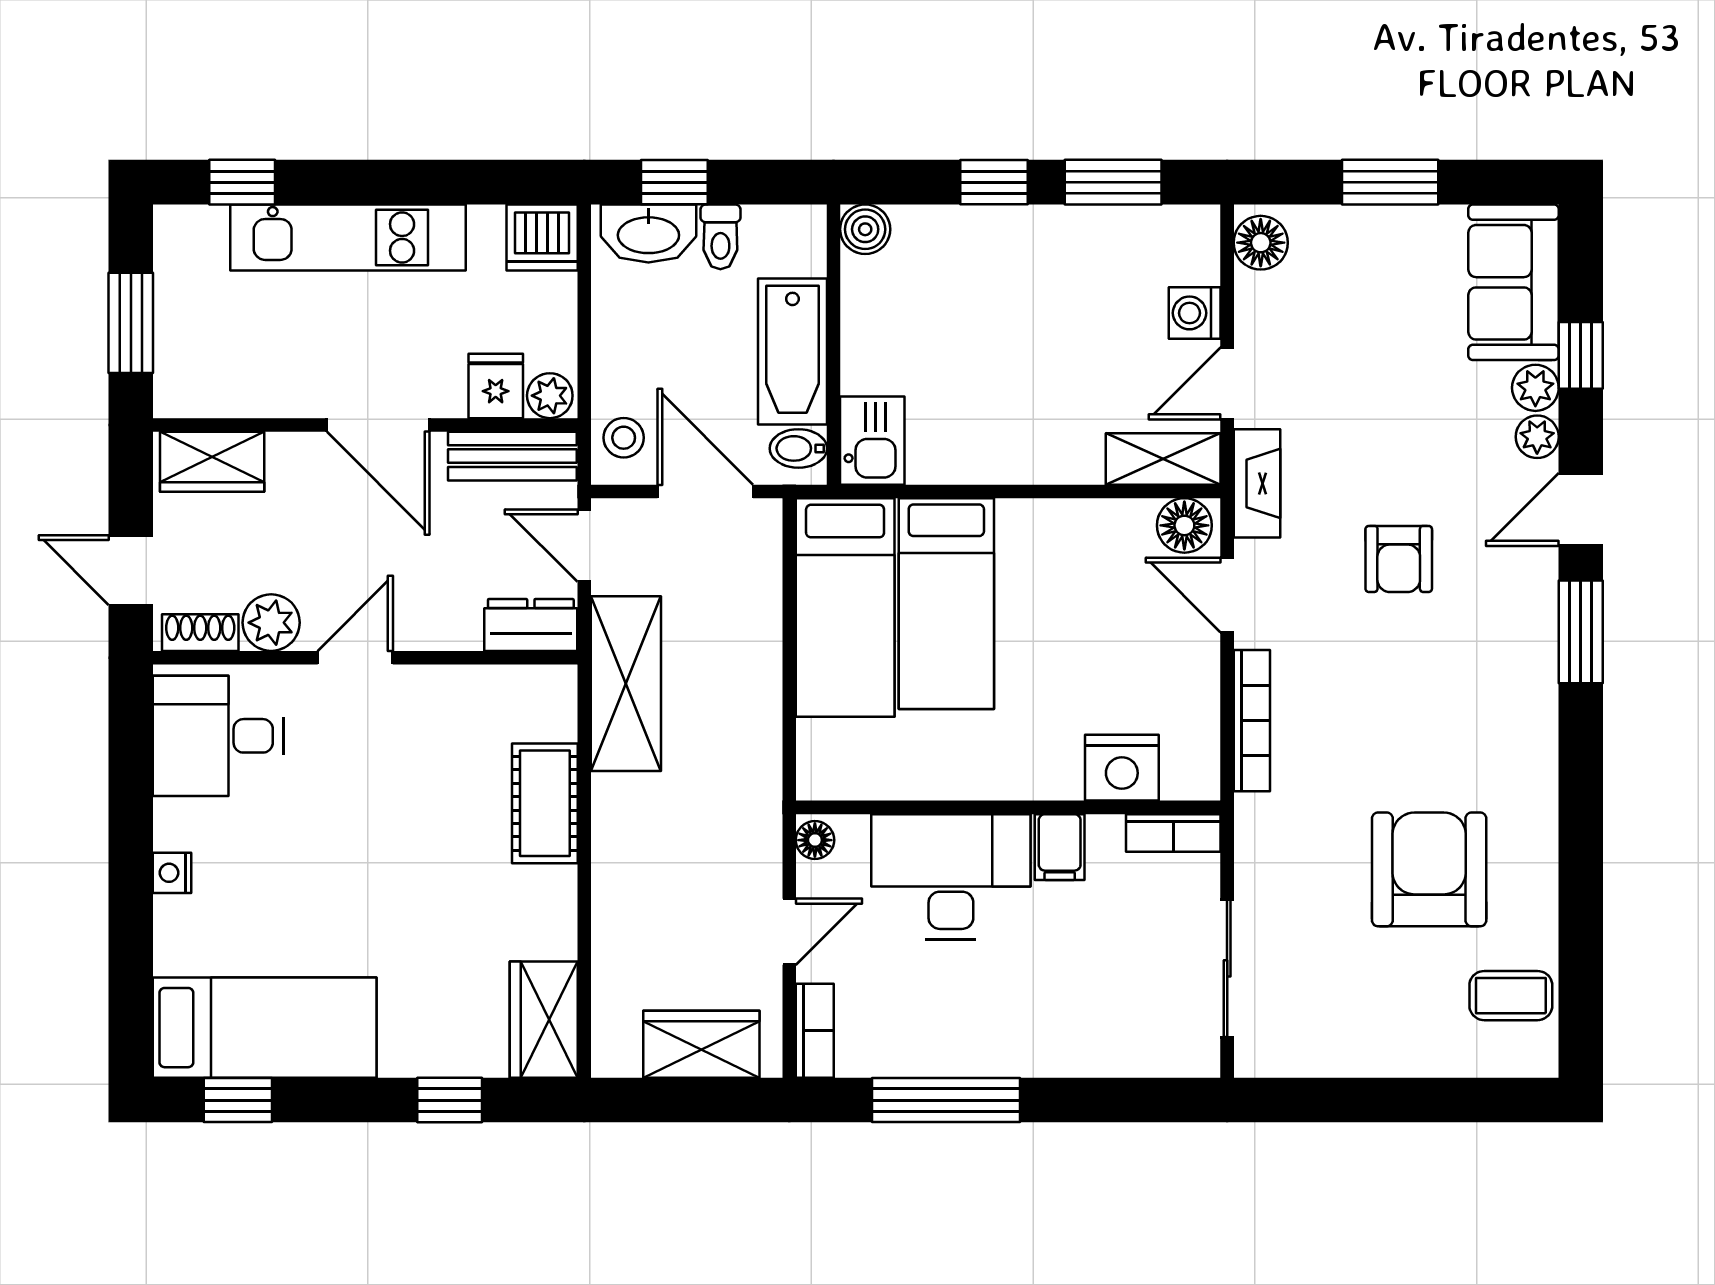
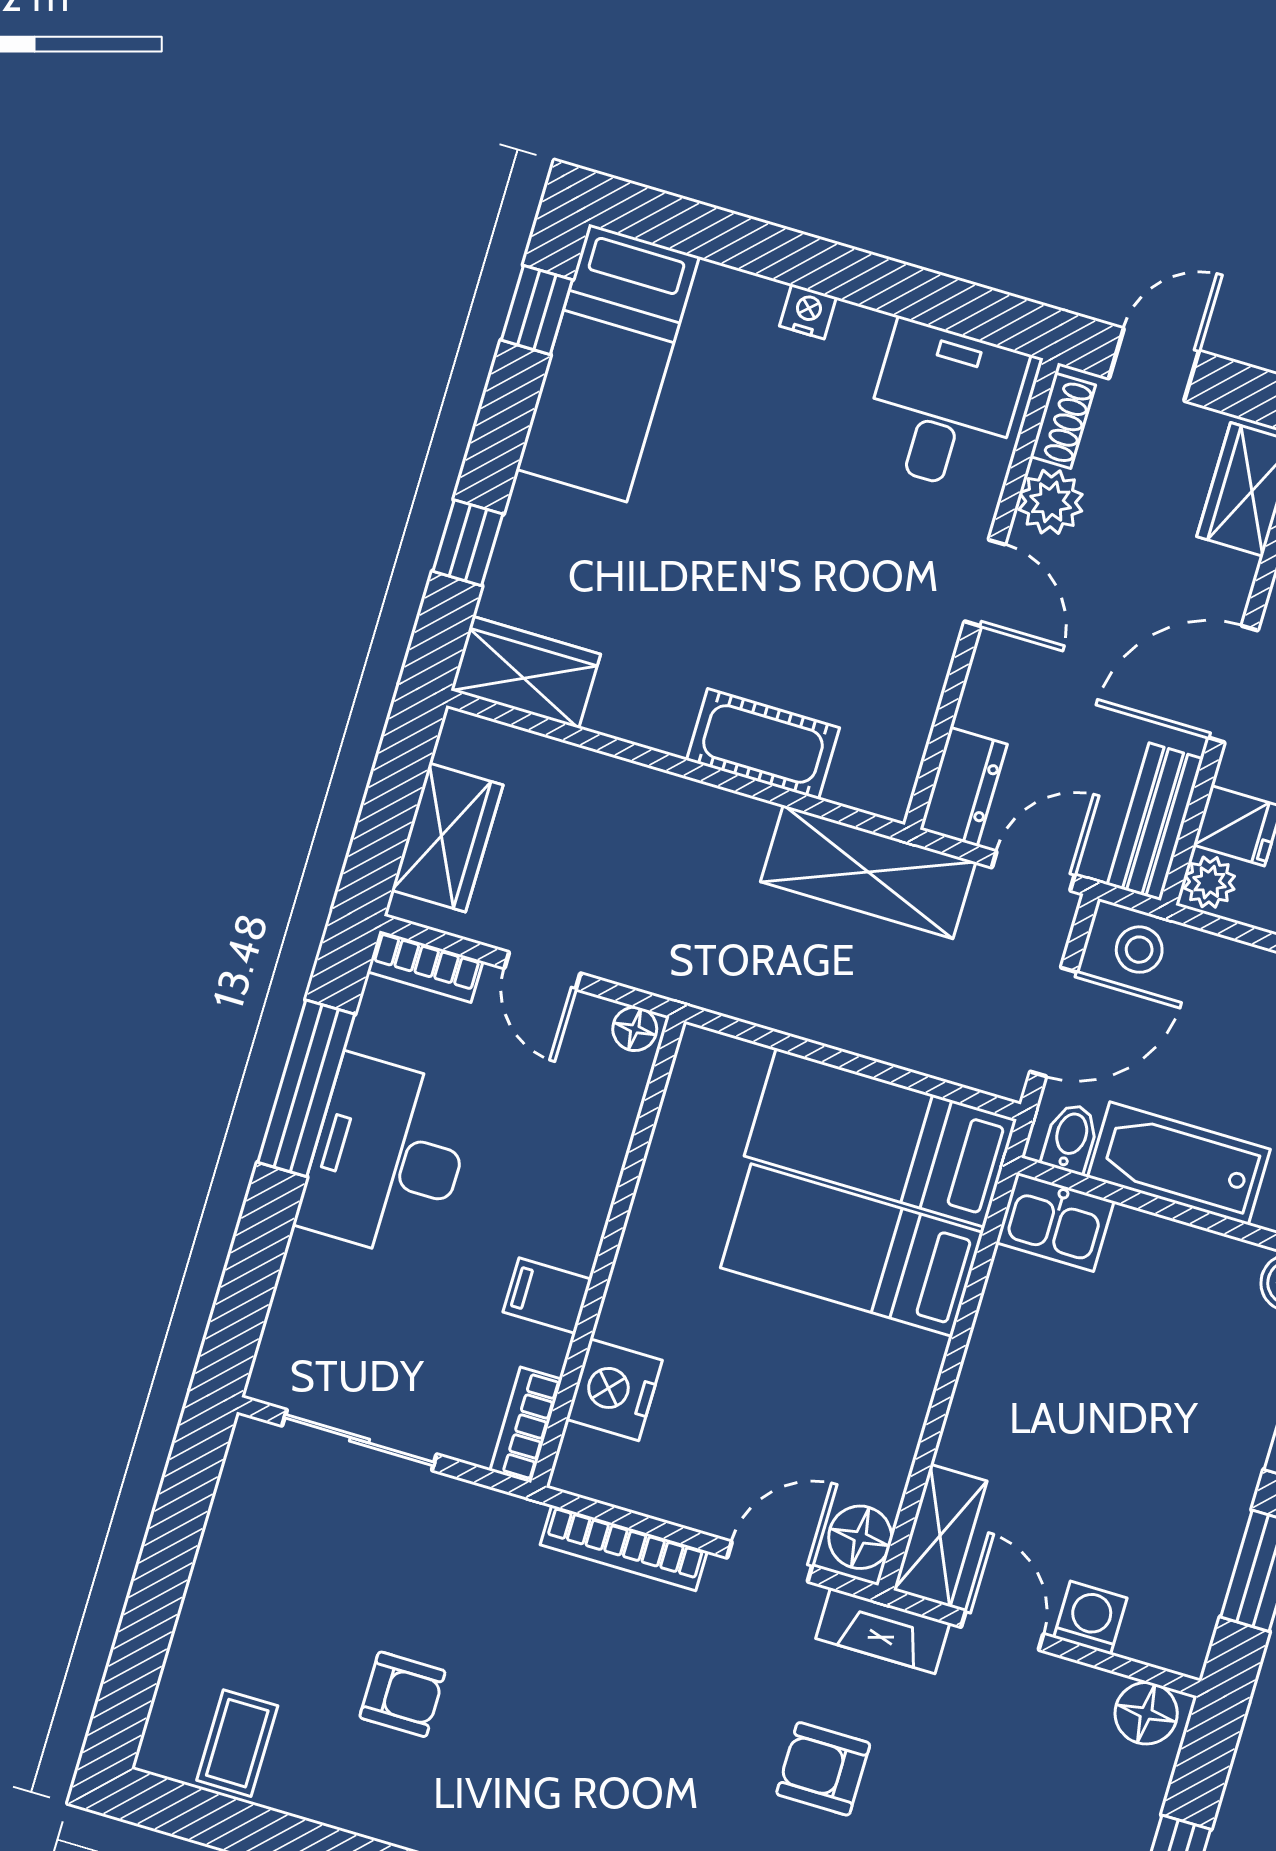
armchair: (1399, 559) -> (823, 1769), moved
armchair: (1429, 869) -> (402, 1694), width x0.53, depth x0.53
desk: (951, 877) -> (387, 1158), moved, turned 180

